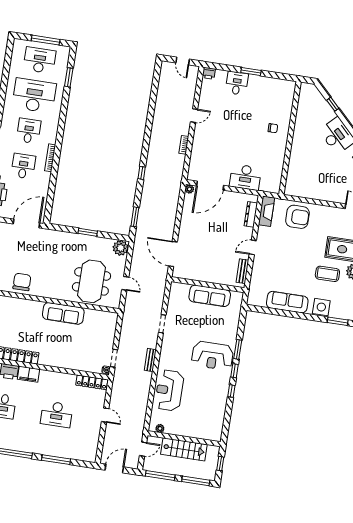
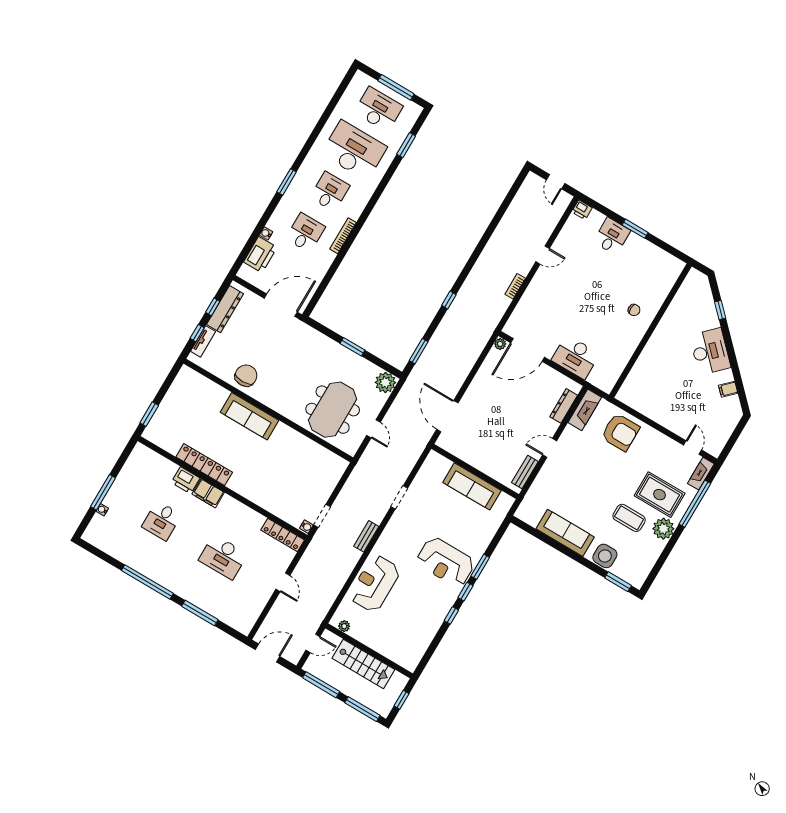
sofa: (63, 313) -> (250, 416), moved

